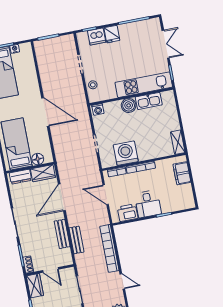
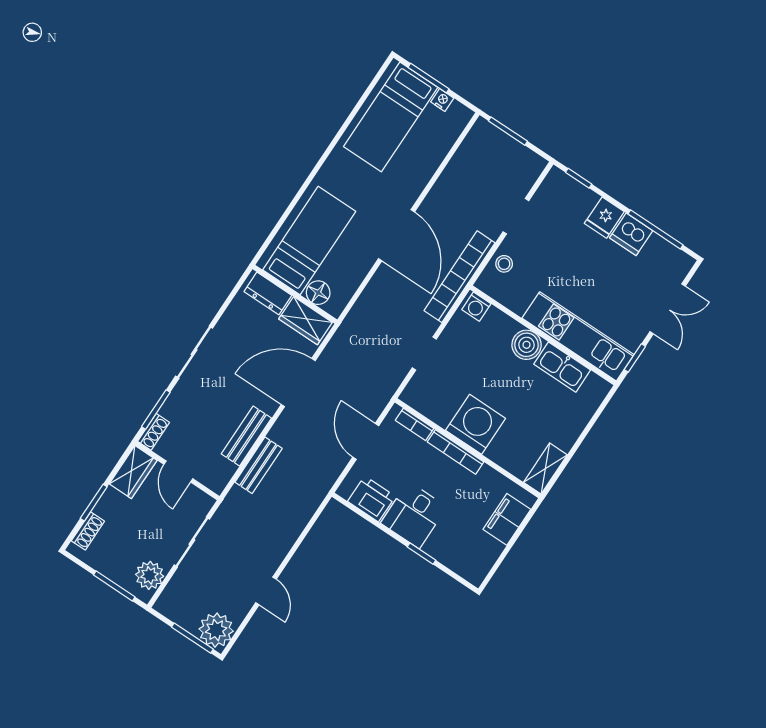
dishwasher: (97, 37) -> (631, 234), moved
washing machine: (126, 153) -> (476, 424), moved
bookcase: (109, 248) -> (459, 277), moved

